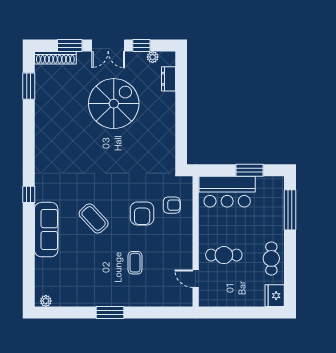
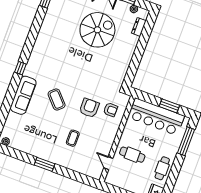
bar counter: (227, 192) -> (156, 117), width x1.36
armchair: (142, 213) -> (89, 108), turned 180

